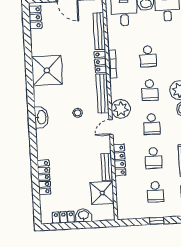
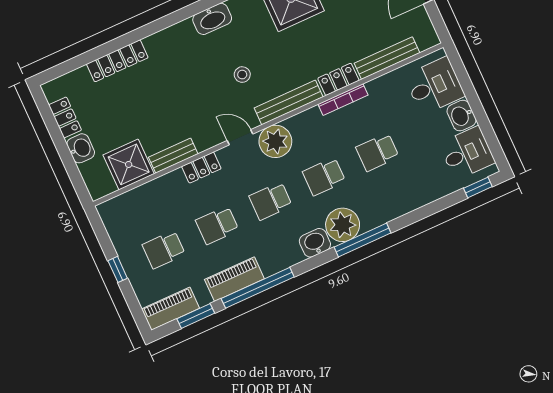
locker: (119, 160) -> (201, 168), width x0.66

